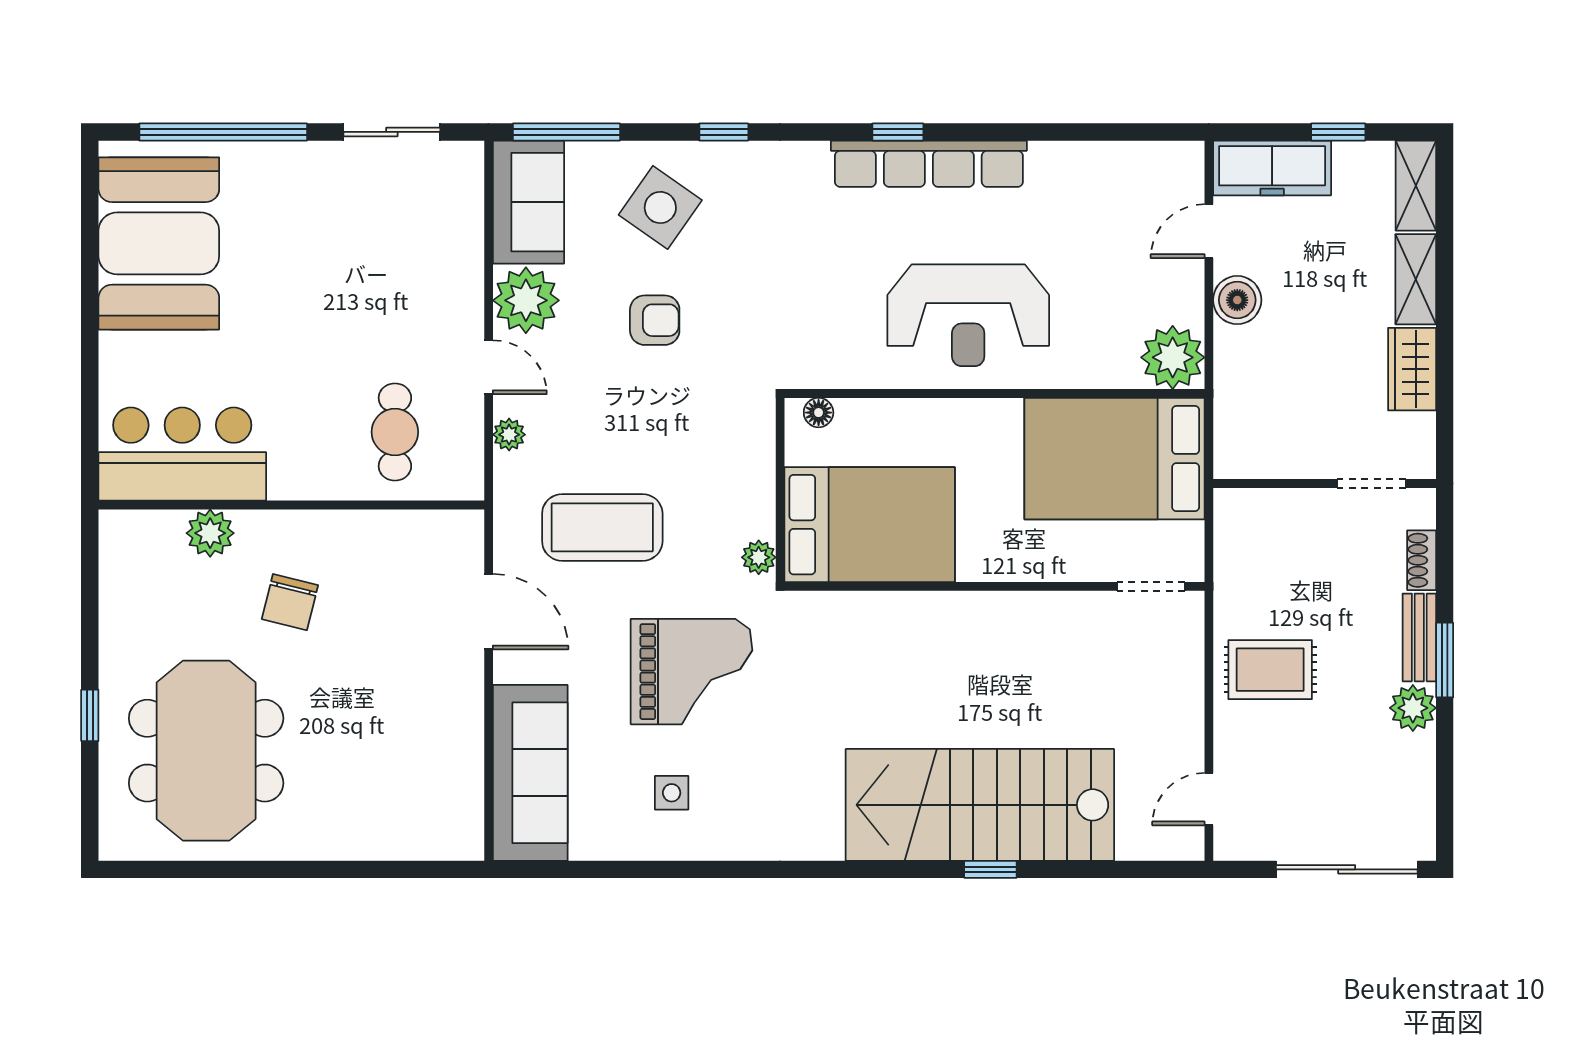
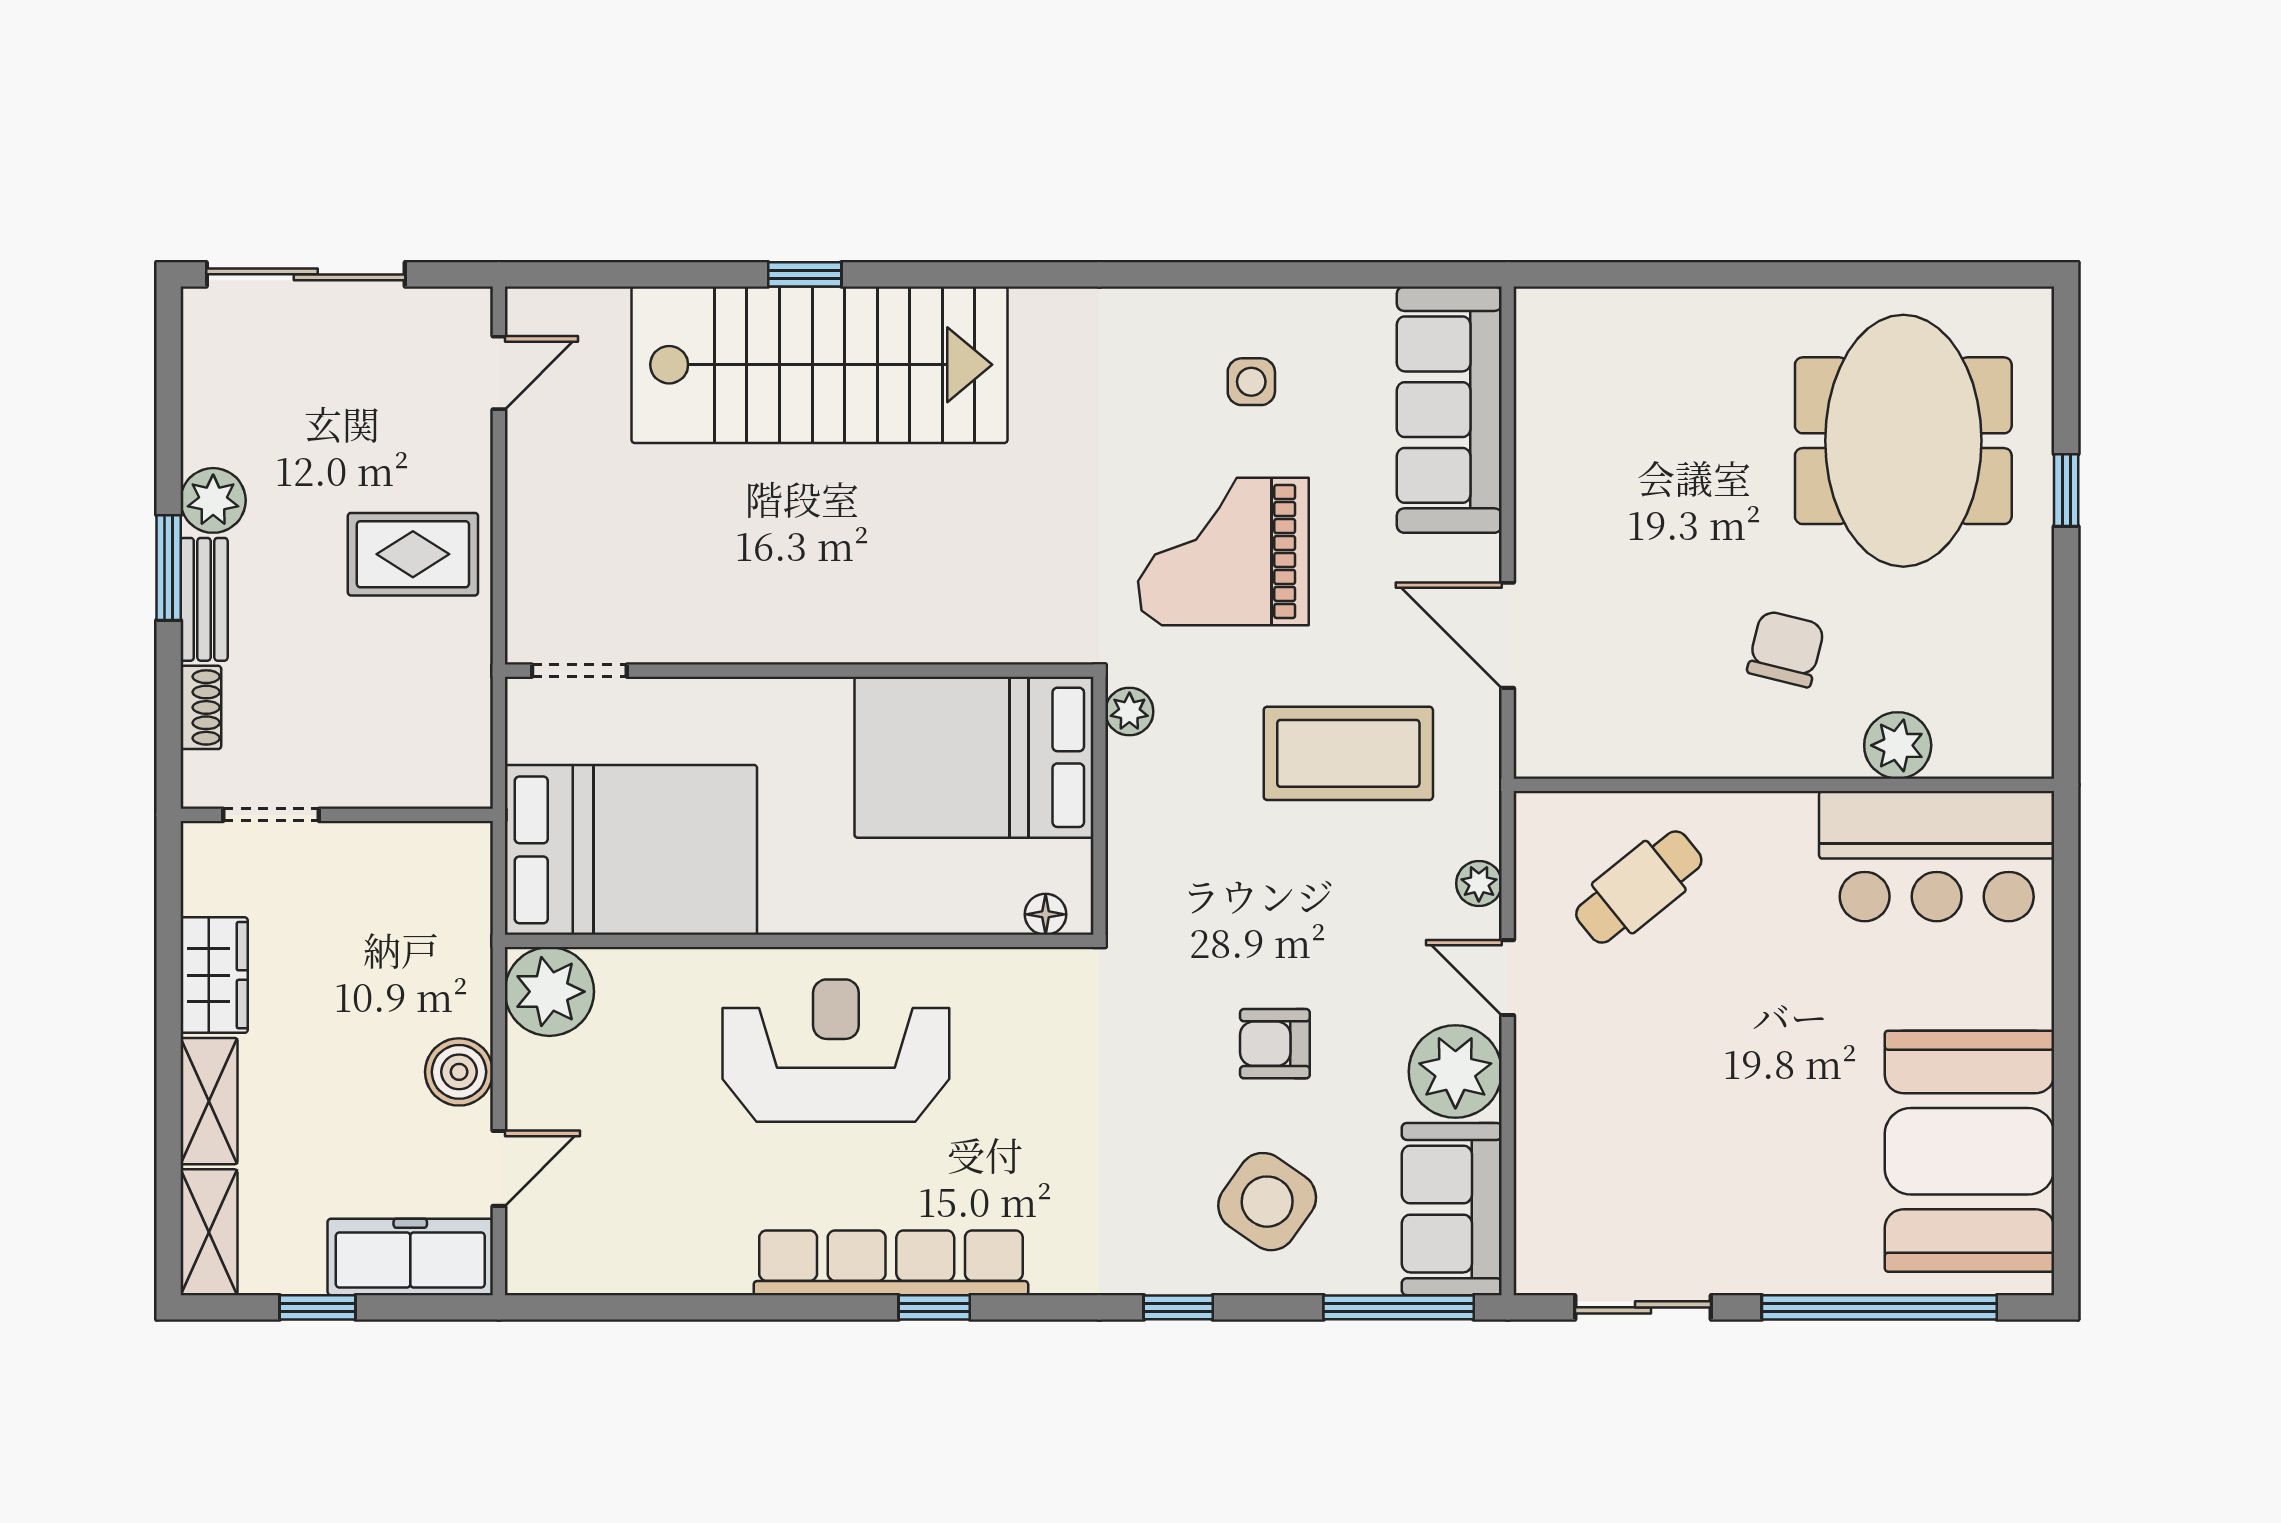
cafe table: (395, 432) -> (1639, 887), turned 51

